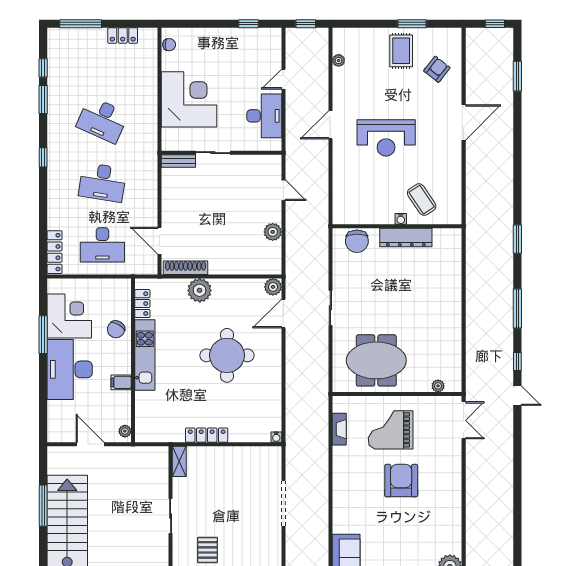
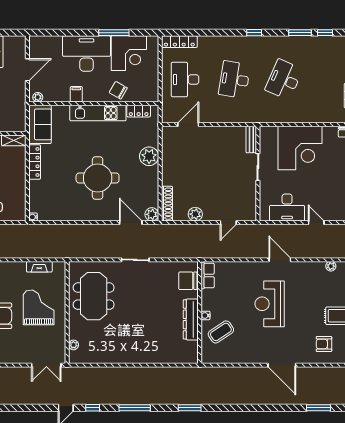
armchair: (437, 69) -> (324, 344), turned 142
row of seats: (350, 216) -> (208, 275), added
shoe rack: (186, 268) -> (167, 204), moved
sofa: (159, 428) -> (40, 124), added

